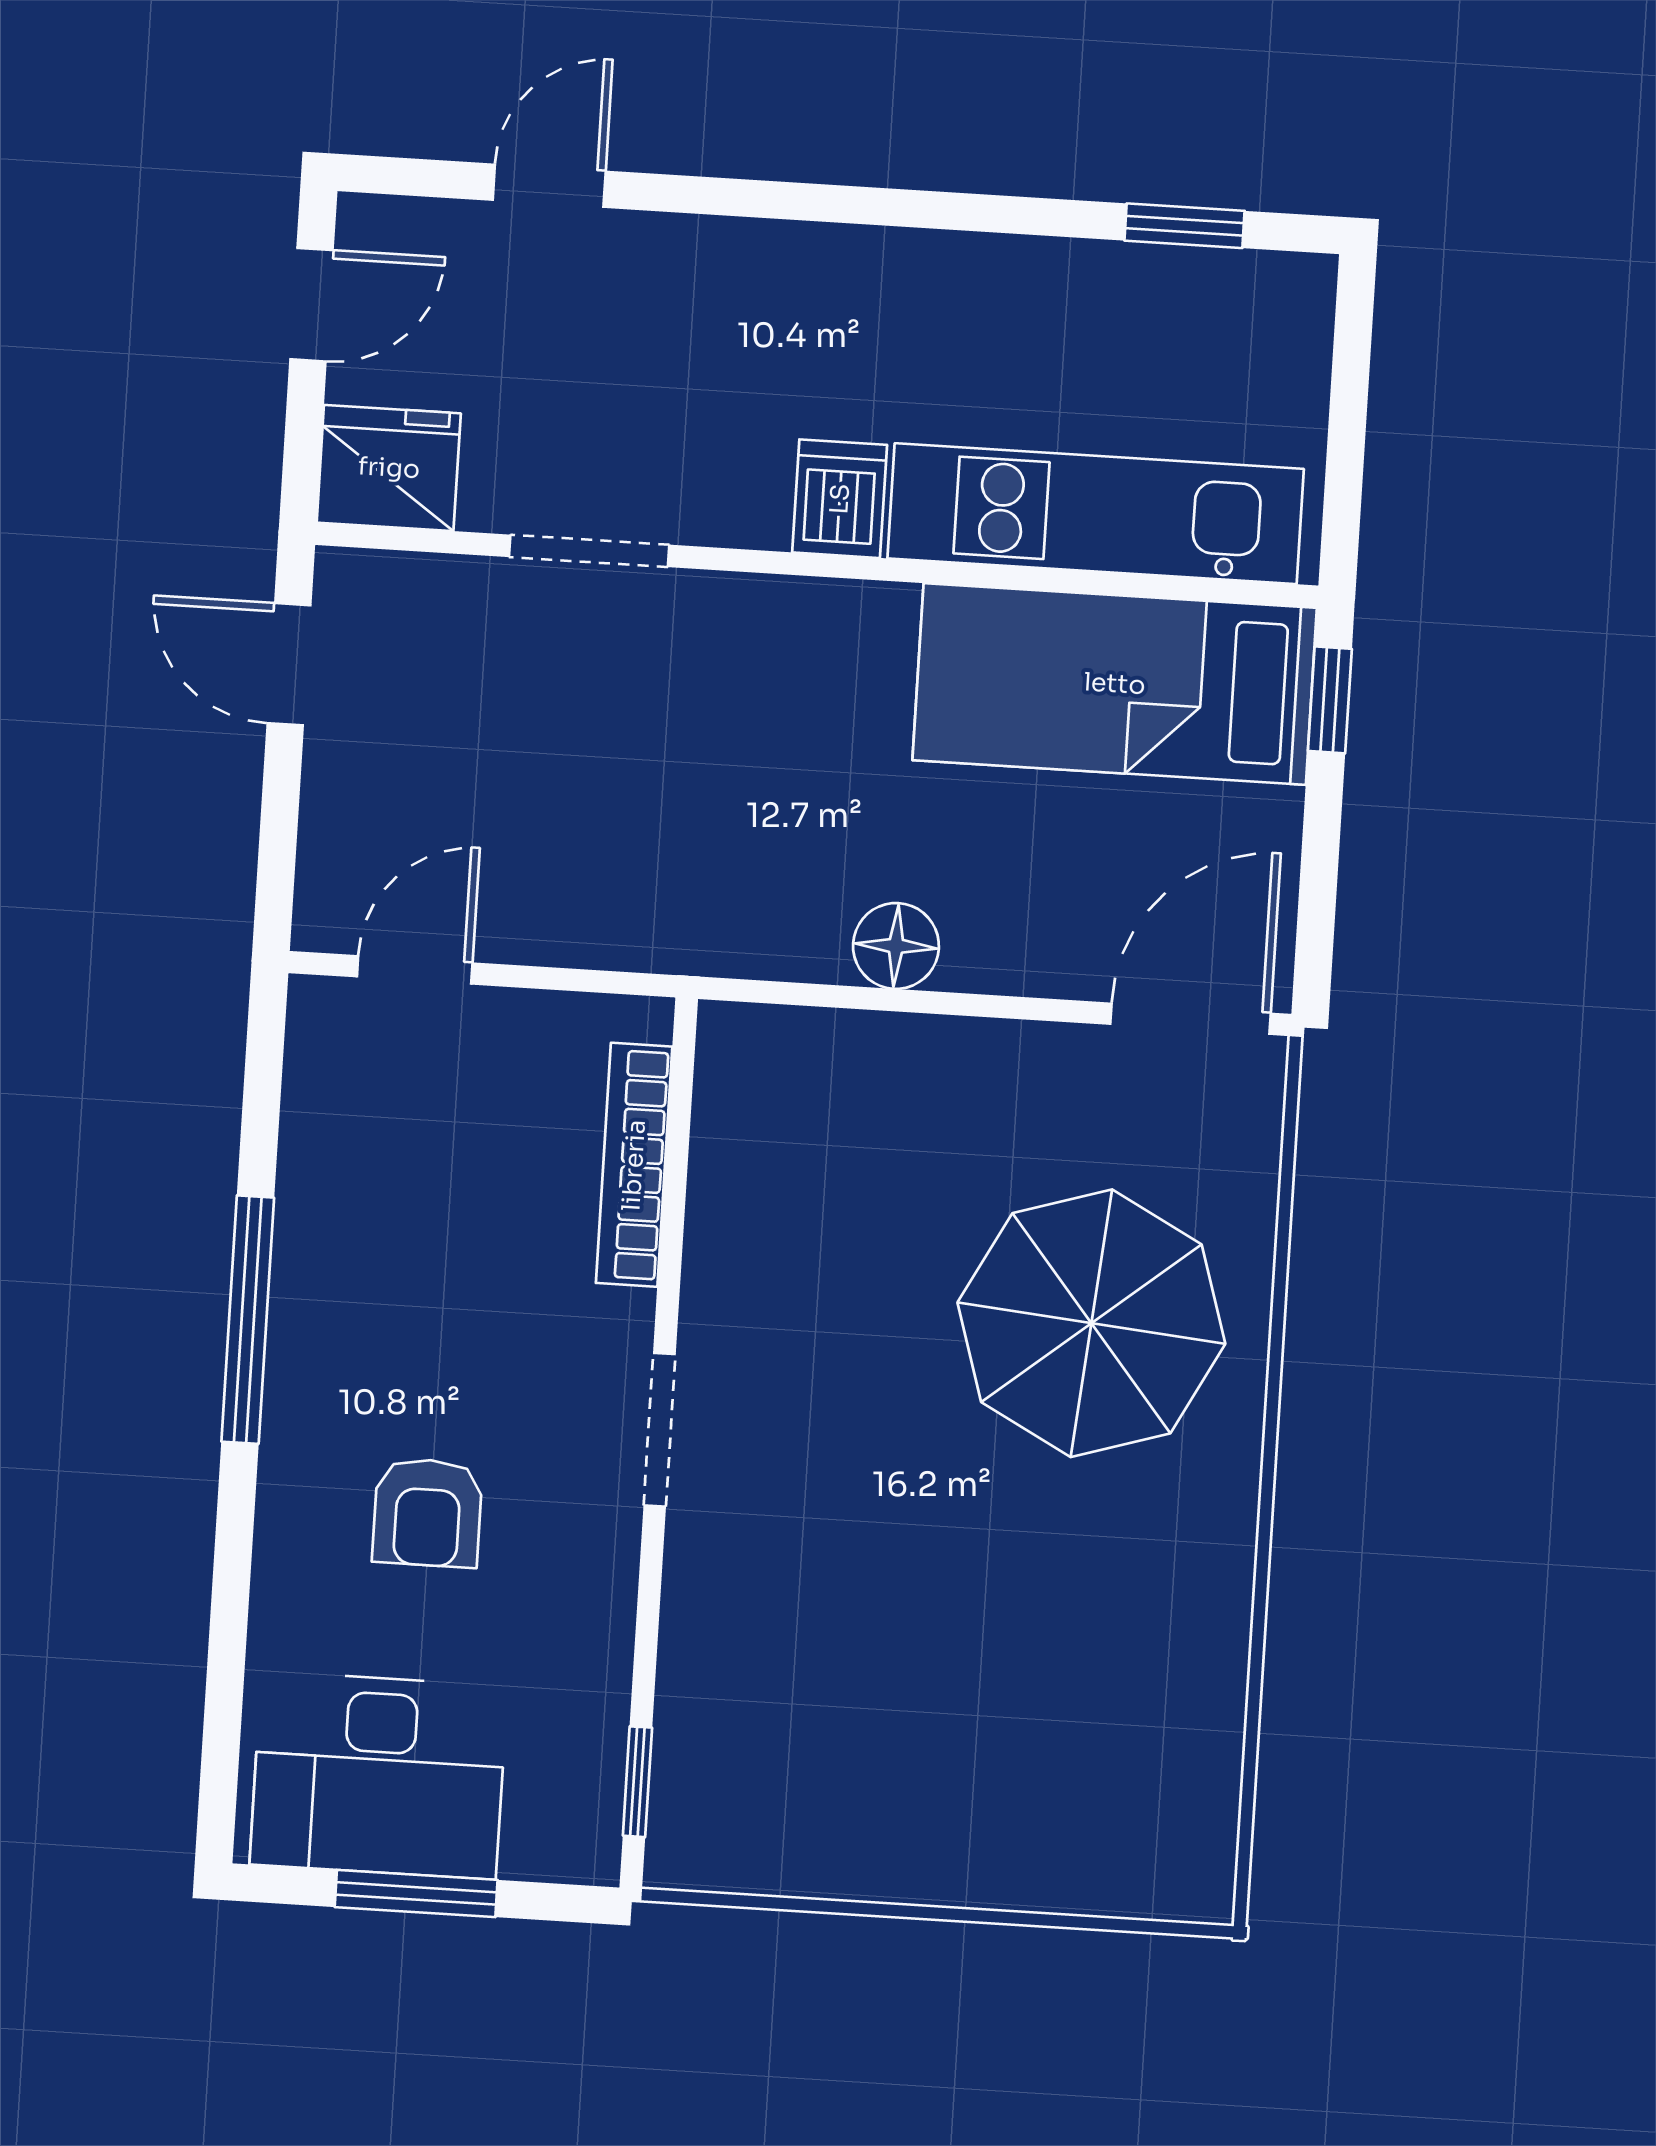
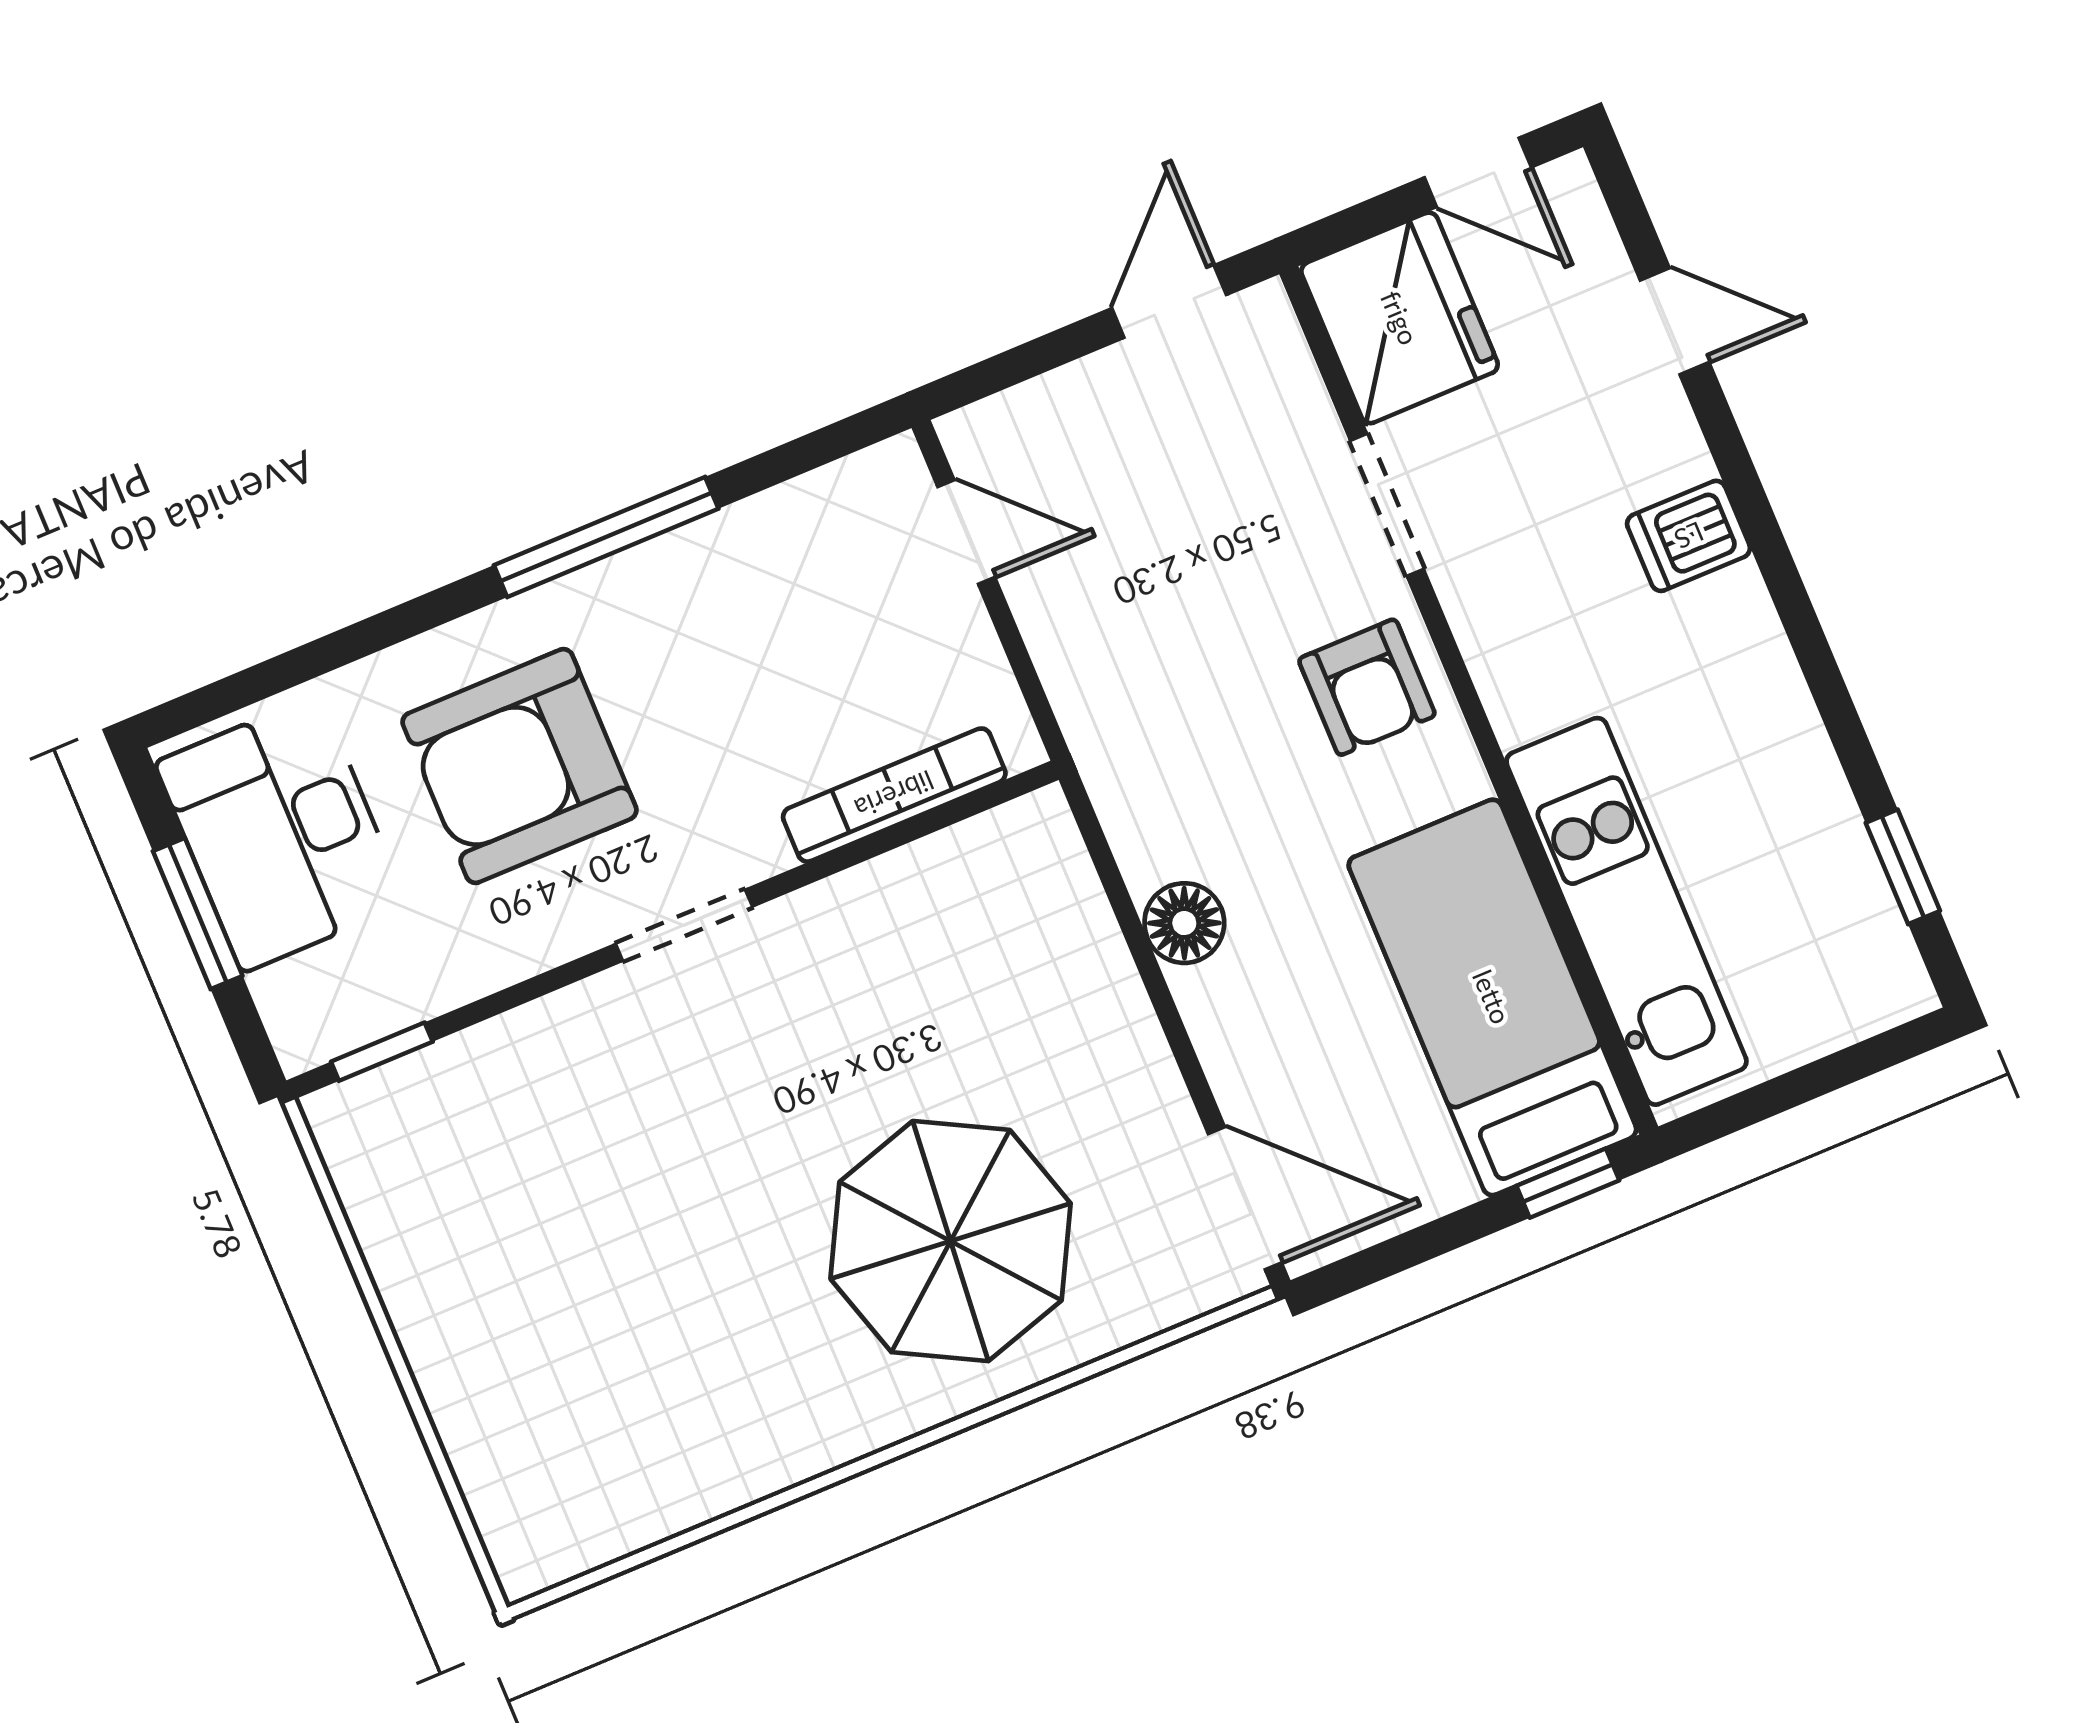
fridge: (389, 468) -> (1400, 318), width x1.36, depth x1.34
dishwasher: (840, 499) -> (1689, 536), moved, turned 180
armchair: (756, 657) -> (1367, 687), added
armchair: (427, 1513) -> (519, 766), width x1.88, depth x1.88

